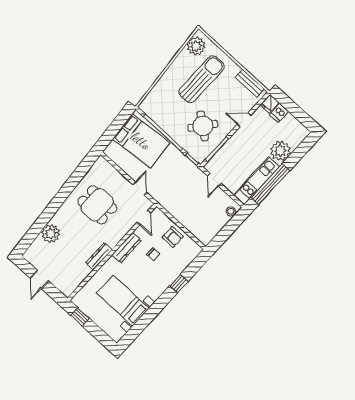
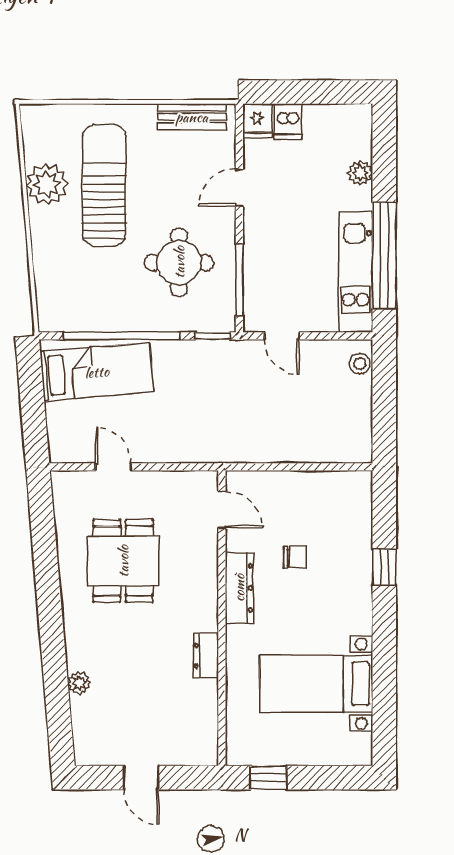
plant: (196, 46) -> (47, 184), moved
round table: (203, 126) -> (179, 262), turned -38
bed: (141, 141) -> (97, 372), width x0.67
plant: (280, 151) -> (360, 173), width x0.53, depth x0.53
door: (140, 188) -> (113, 467), moved
dining table: (97, 205) -> (123, 561), turned 90
plant: (51, 234) -> (79, 683), width x0.53, depth x0.53
armchair: (173, 237) -> (301, 498), removed
dresser: (99, 256) -> (206, 656), width x0.70

